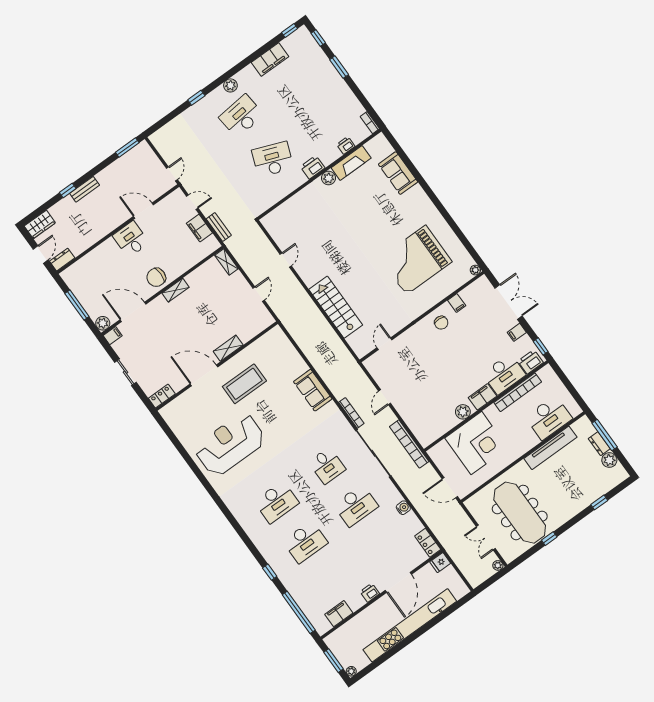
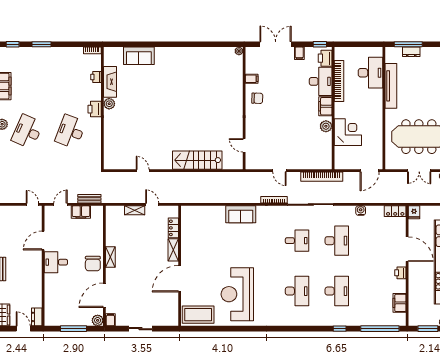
desk: (241, 116) -> (27, 132), turned 30
grand piano: (416, 260) -> (204, 85), removed
shelving: (227, 262) -> (135, 210), moved
coffee table: (244, 384) -> (198, 315), moved, turned 90
locker: (162, 396) -> (173, 228), moved
corner desk: (476, 443) -> (348, 132), width x0.74, depth x0.74
plant: (609, 460) -> (427, 53), removed

